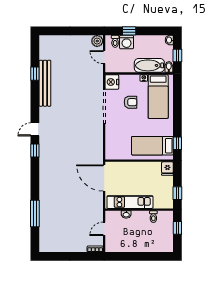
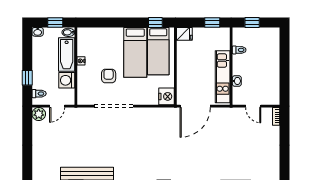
washing machine: (127, 42) -> (67, 80), moved, turned 180
nightstand: (112, 82) -> (166, 96), moved, turned -90
bed: (158, 97) -> (135, 52), moved, turned 90

